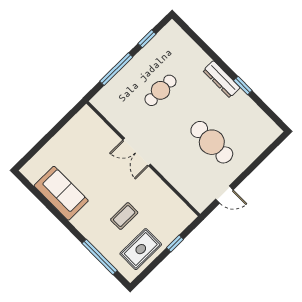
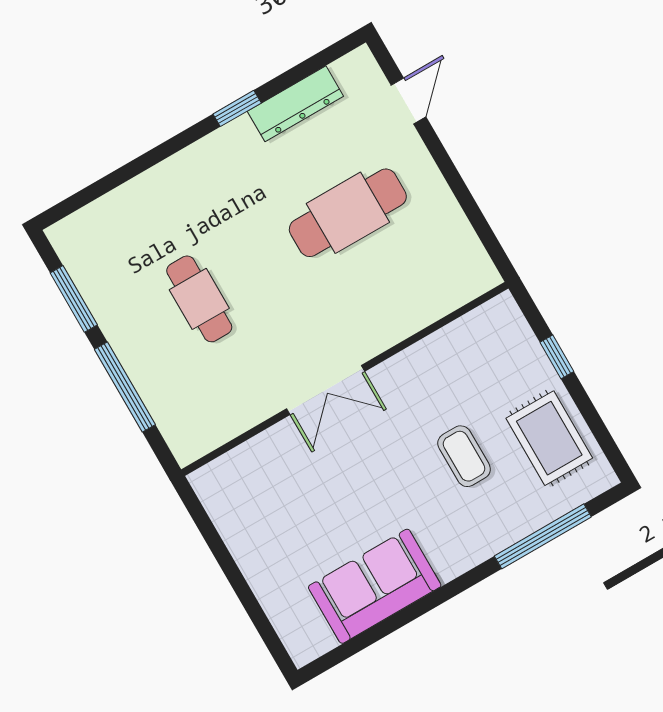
window: (147, 39) -> (74, 299), width x1.50
dresser: (222, 79) -> (295, 104), moved
door: (224, 195) -> (409, 101), moved

